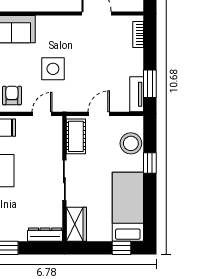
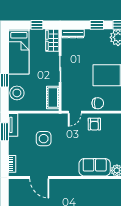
side table: (53, 69) -> (44, 139), moved
door: (99, 114) -> (38, 112), removed
window: (121, 248) -> (37, 25), moved

